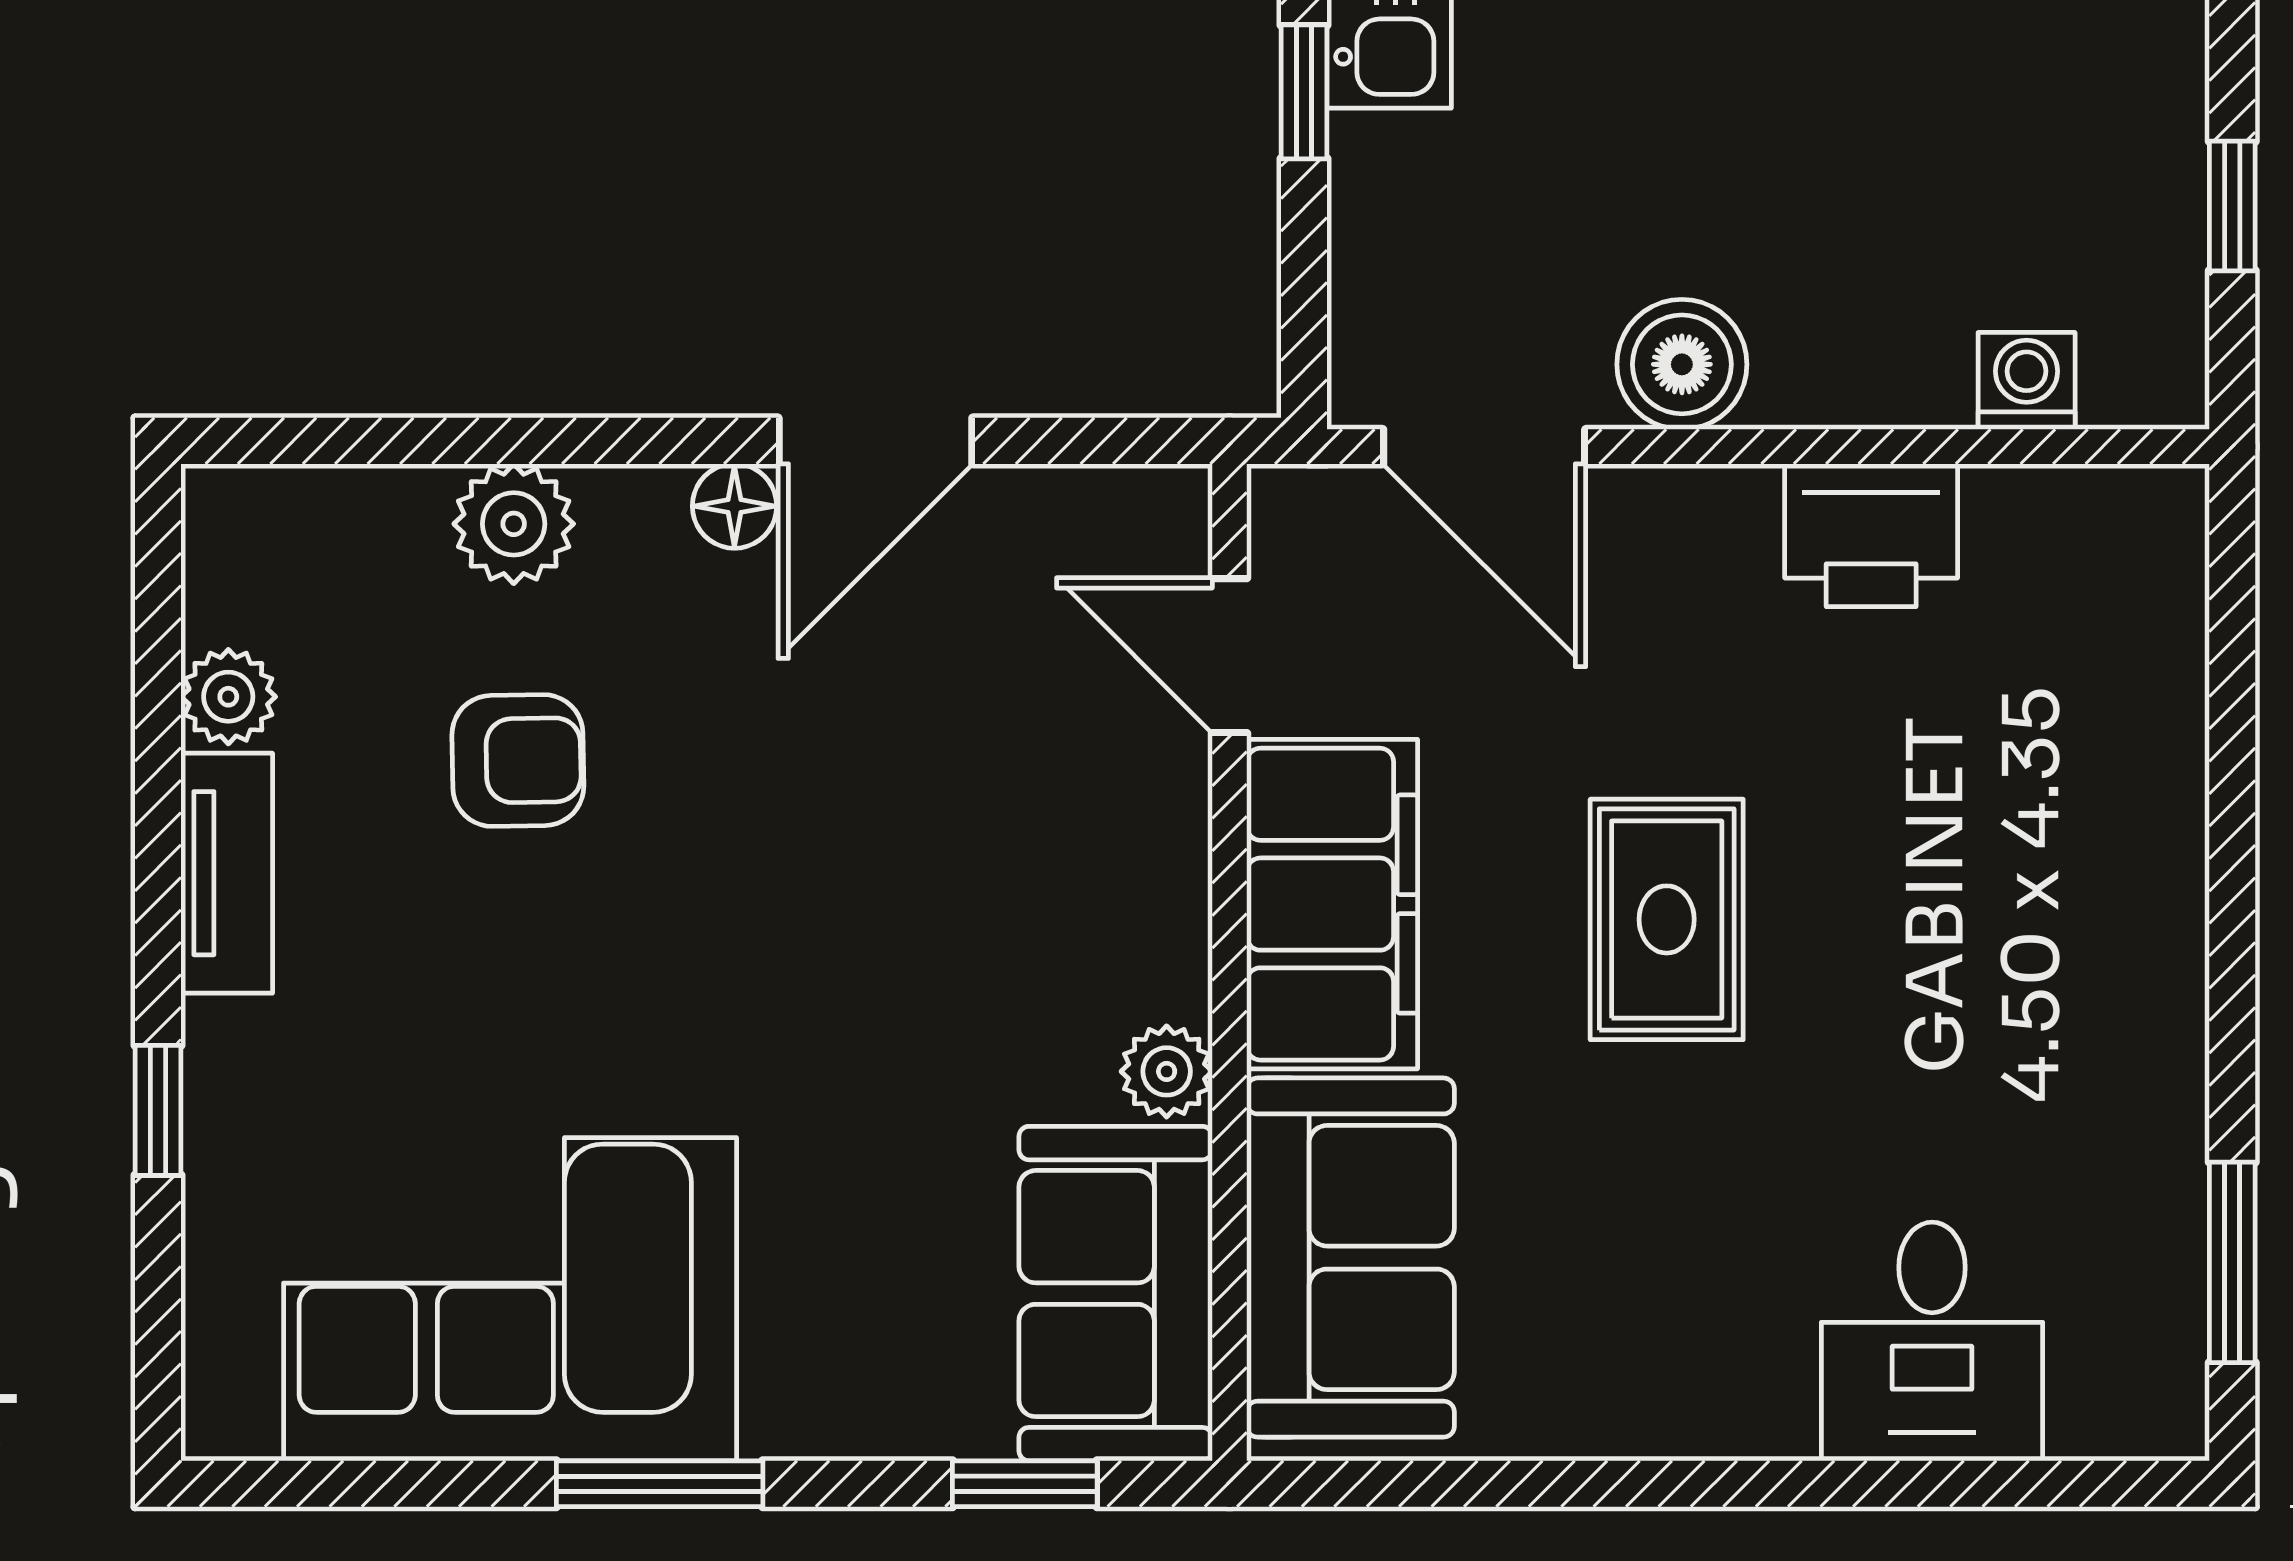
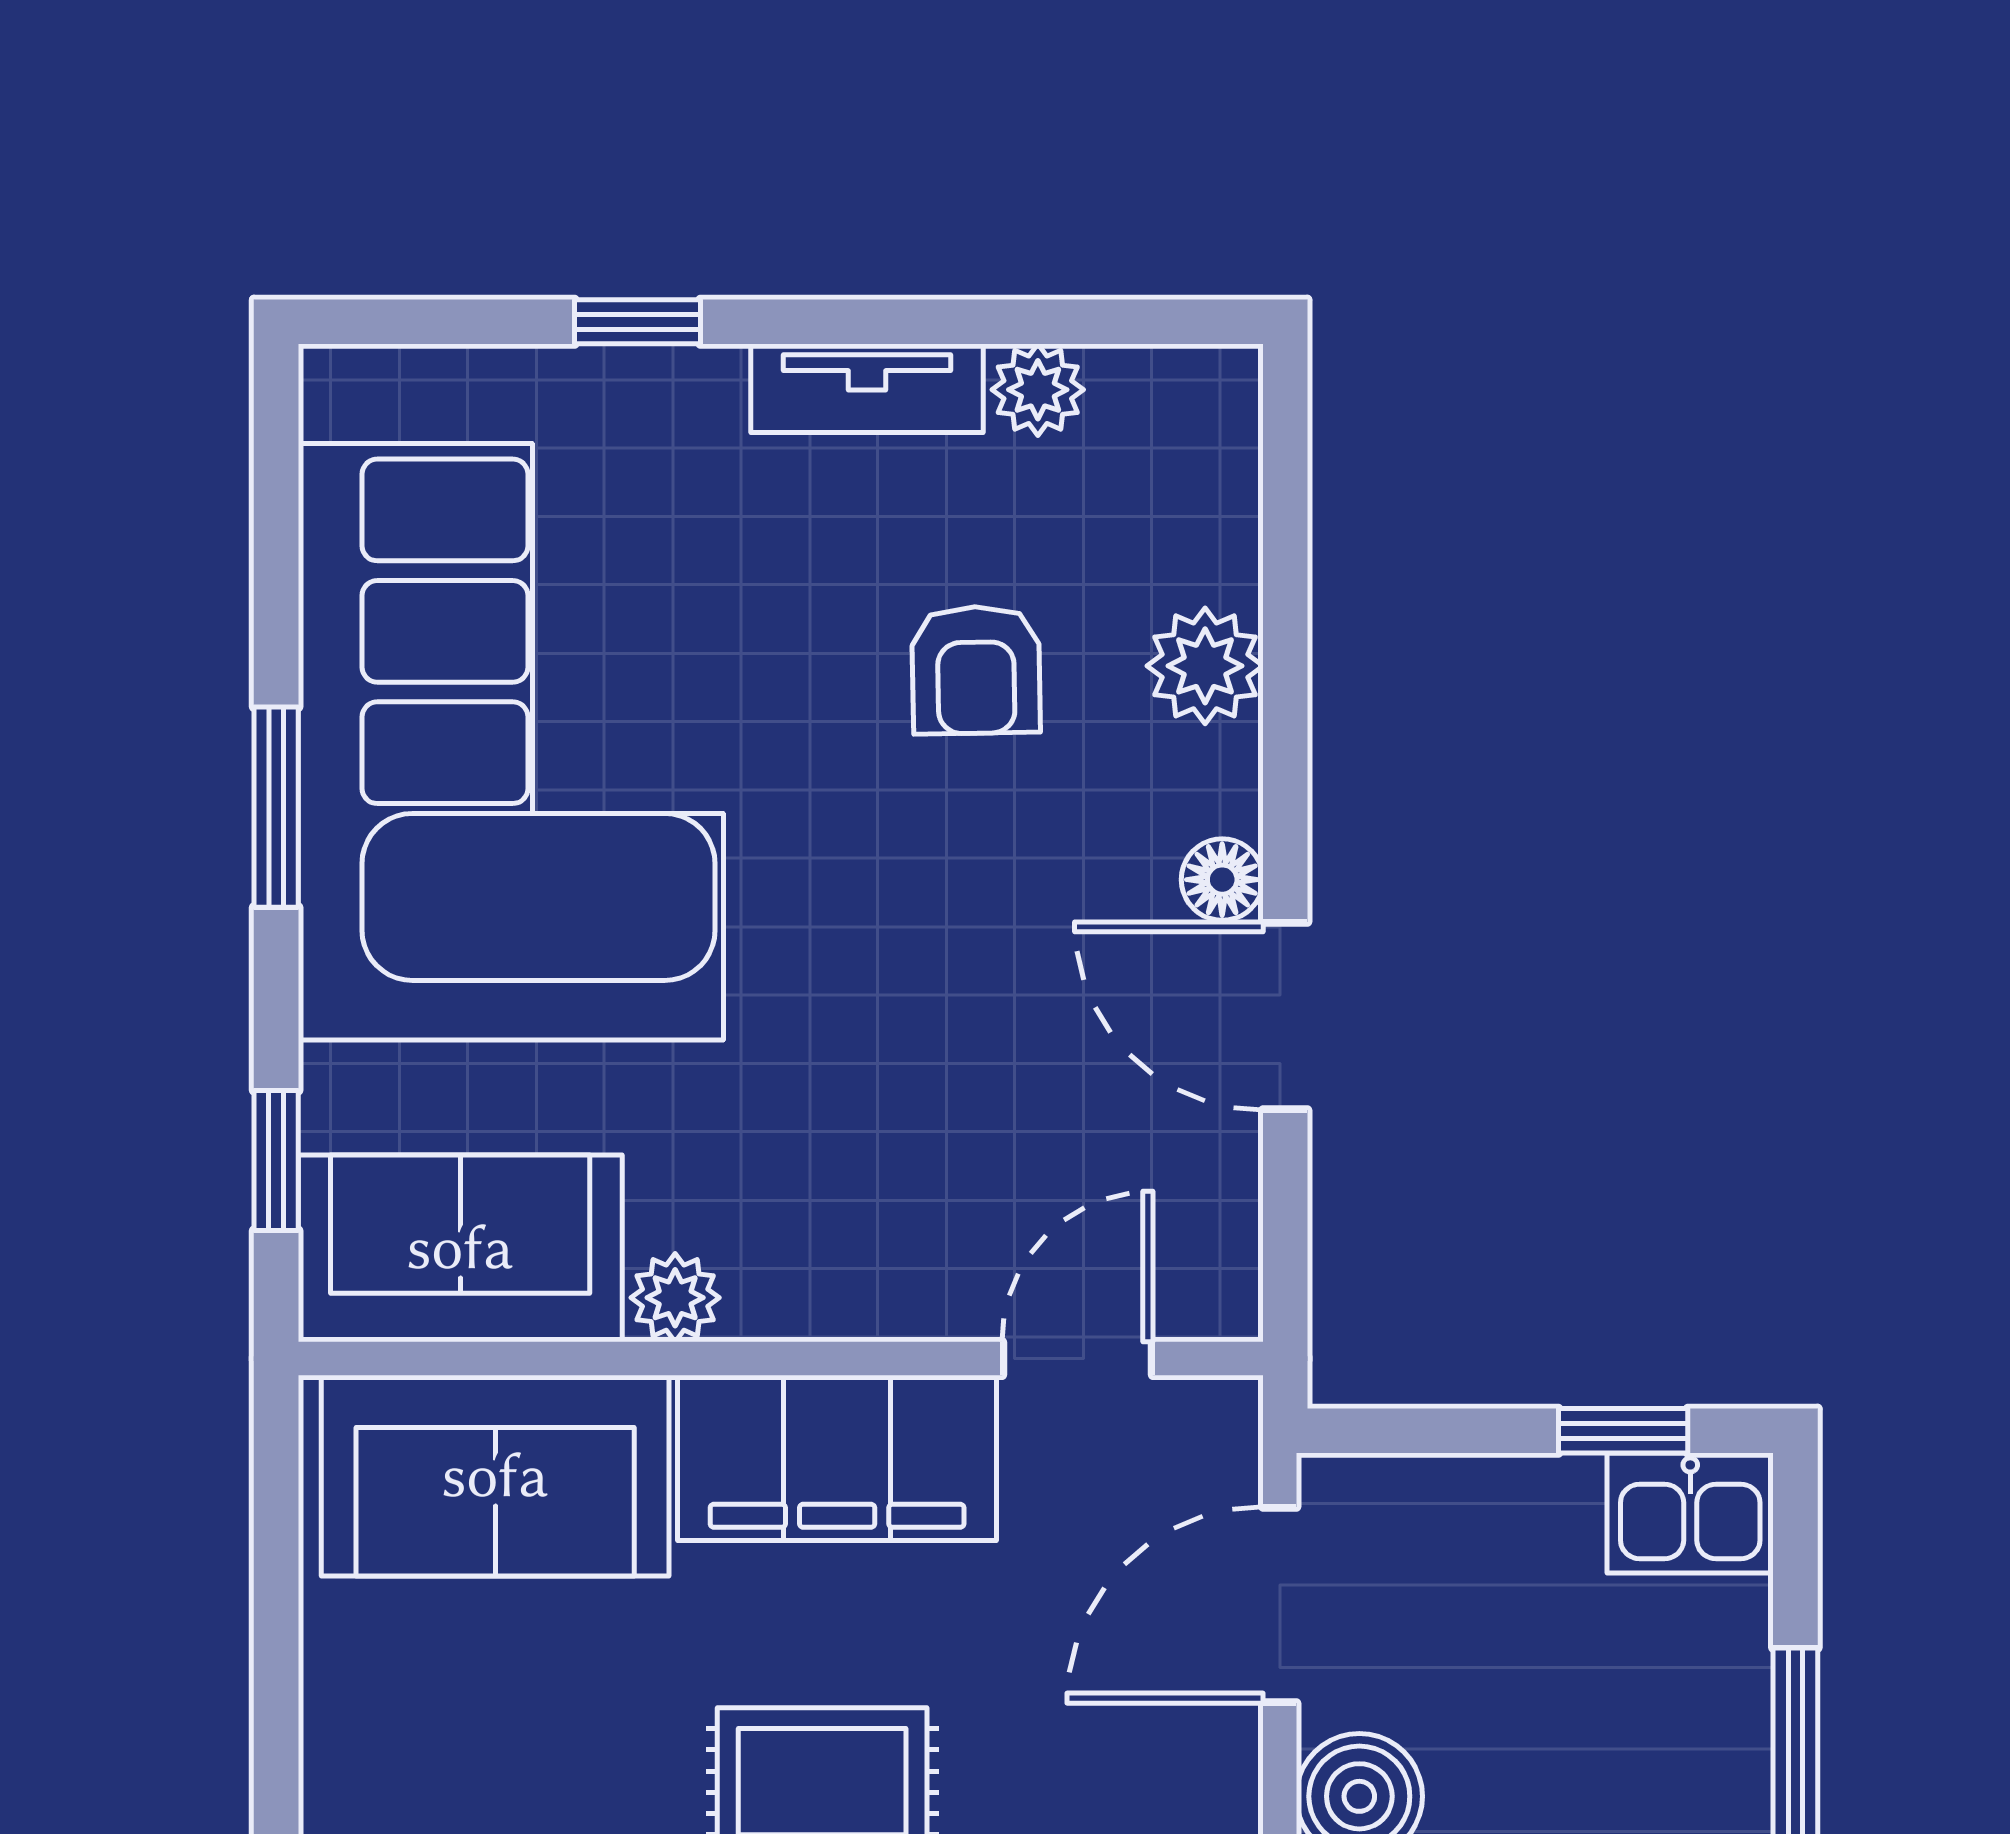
corner sofa: (510, 1299) -> (511, 742), width x1.36, depth x1.36

